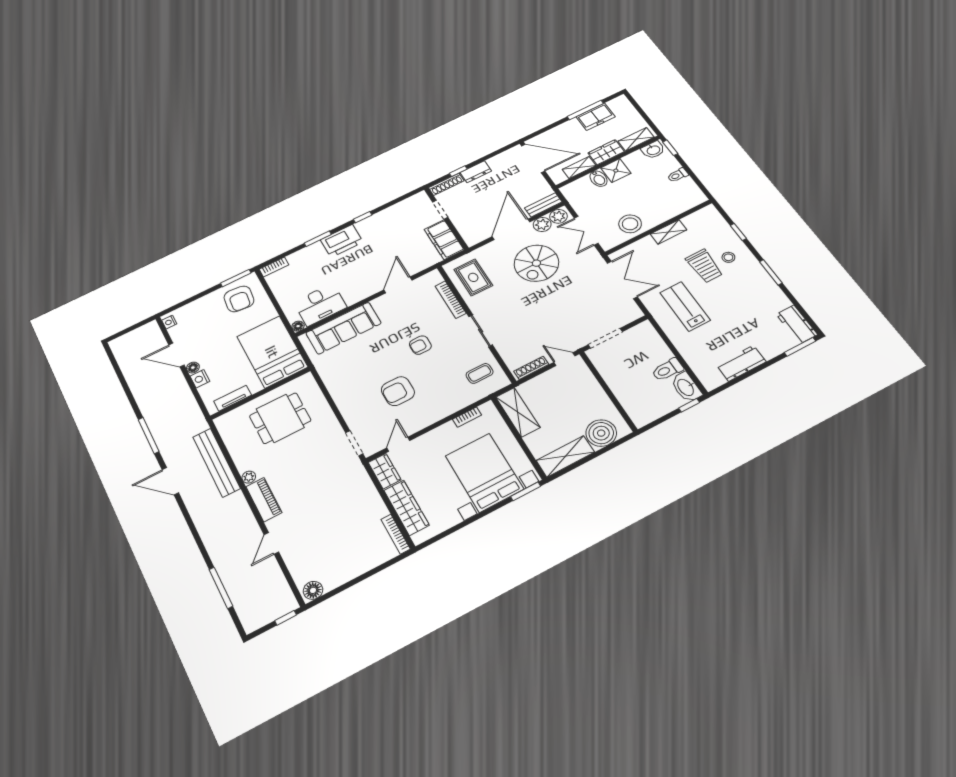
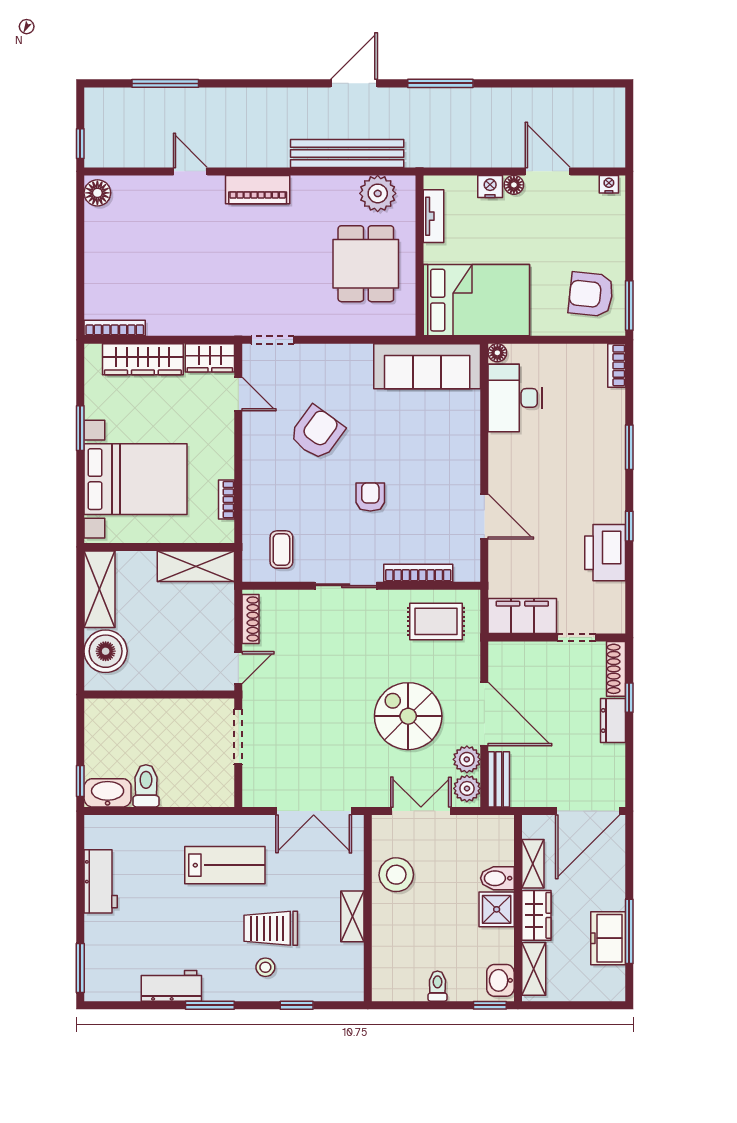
printer: (342, 241) -> (605, 553), moved
workbench: (797, 324) -> (171, 986), moved
sofa: (344, 328) -> (427, 366), moved, turned -90
door: (176, 355) -> (548, 171), hinge flipped
armchair: (398, 391) -> (317, 433), turned 36
plant: (249, 477) -> (378, 193), moved, width x1.88, depth x1.88
window: (526, 491) -> (80, 428), moved

